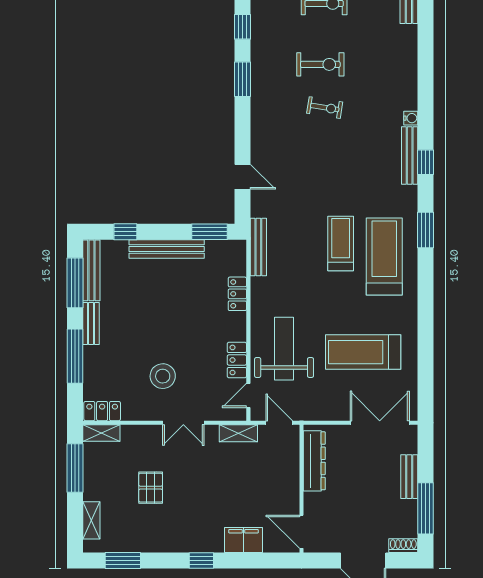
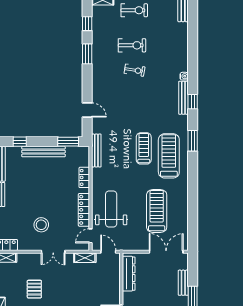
treadmill: (363, 352) -> (157, 211), turned 90
locker: (237, 360) -> (84, 210), width x1.53

